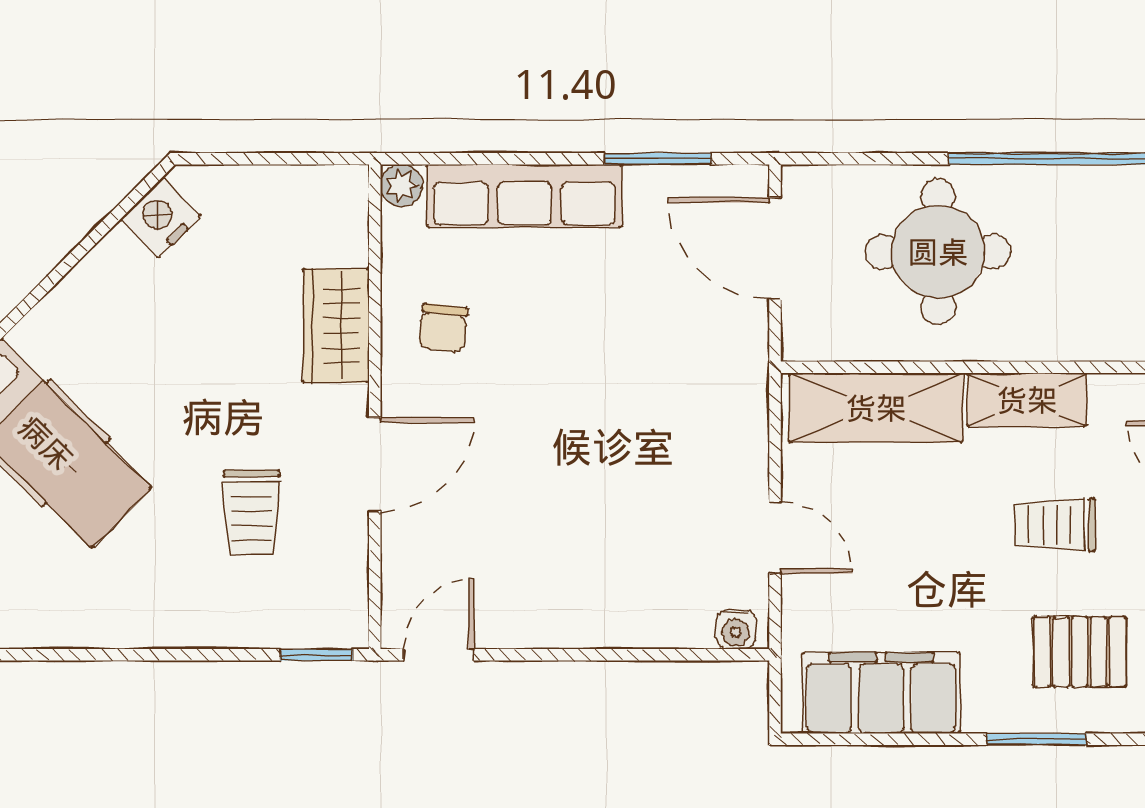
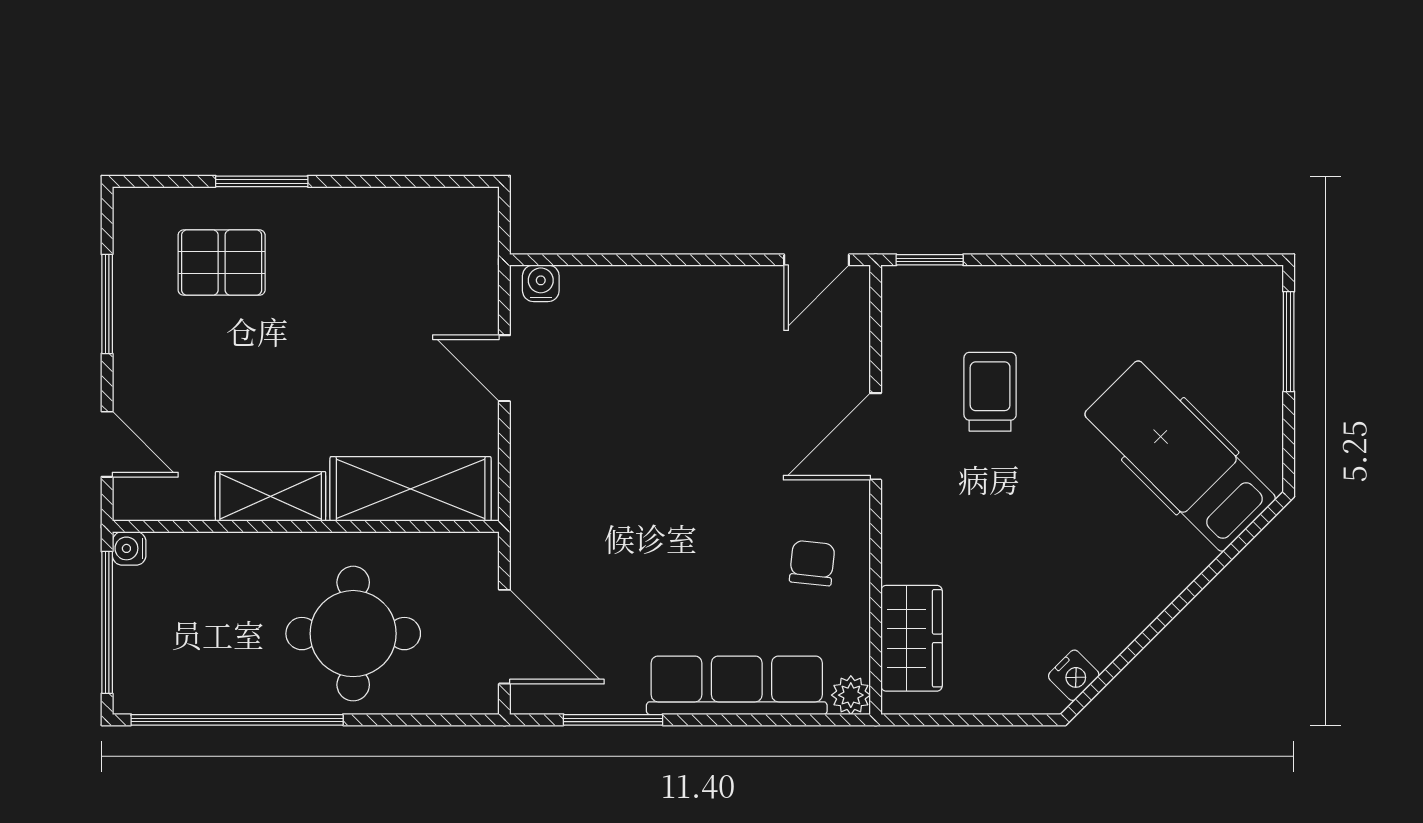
nightstand: (160, 218) -> (1074, 675), width x0.72, depth x0.74
wardrobe: (336, 326) -> (912, 638), moved
trolley: (1055, 525) -> (244, 380), removed
filing cabinet: (881, 693) -> (406, 224), removed

